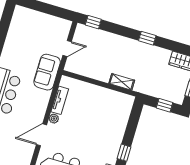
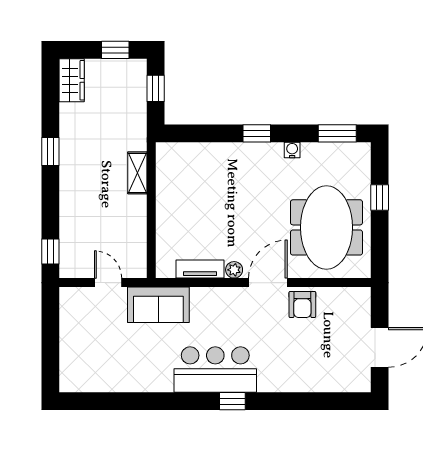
door: (42, 135) -> (268, 283), swing flipped
armchair: (24, 150) -> (302, 304), added

